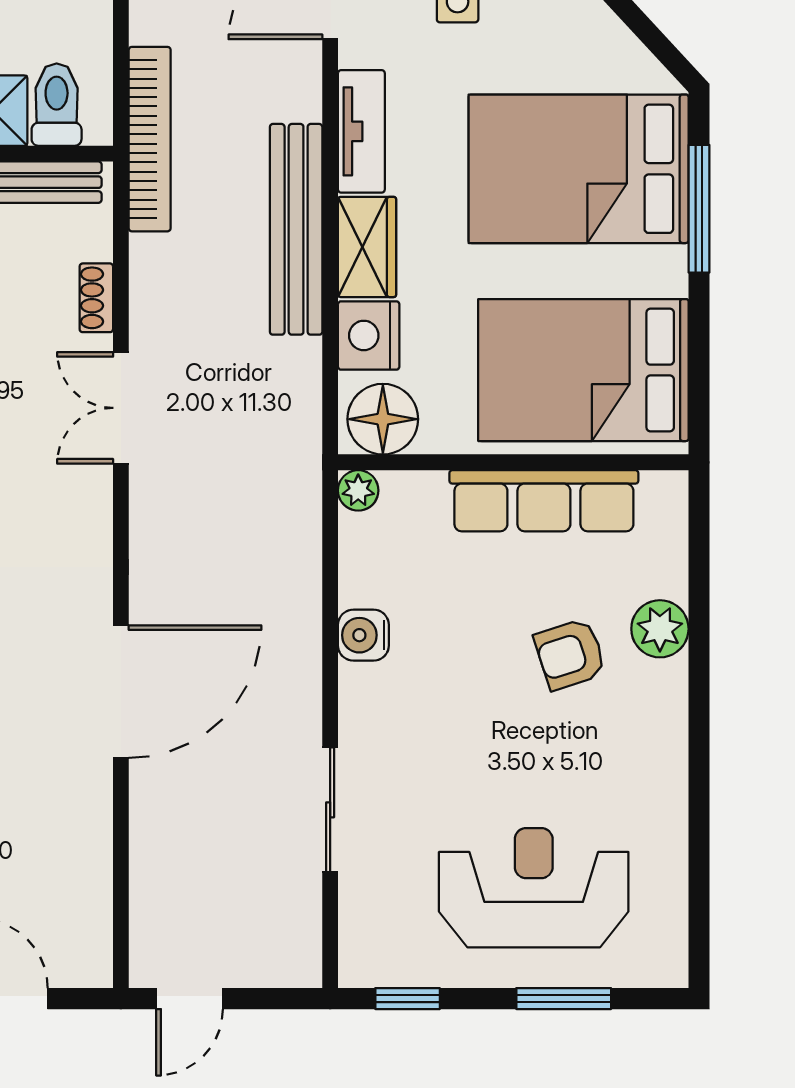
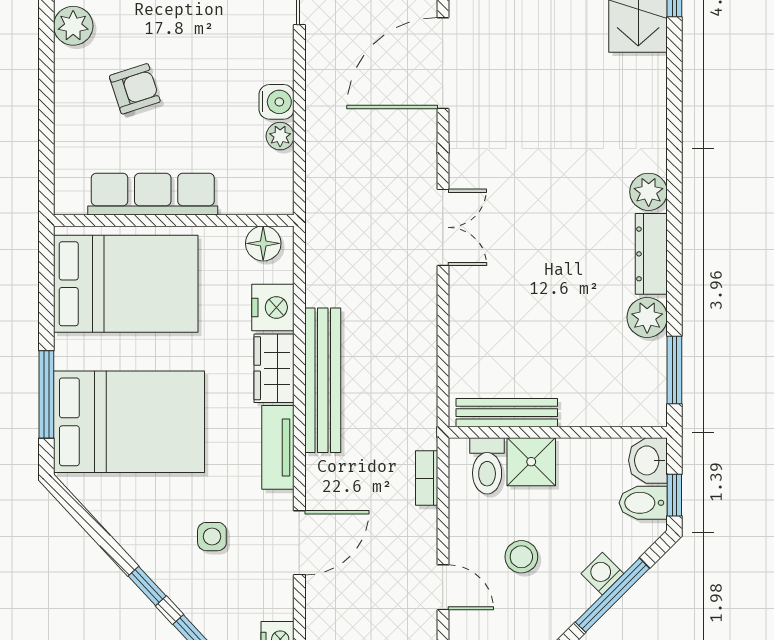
bookcase: (150, 139) -> (427, 478), width x0.43, depth x0.76
shoe rack: (96, 298) -> (460, 333), removed
double door: (121, 408) -> (443, 227), moved
floor lamp: (383, 419) -> (263, 243), width x0.73, depth x0.73
plant: (358, 490) -> (280, 136), moved
plant: (660, 629) -> (73, 26), moved

